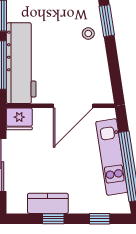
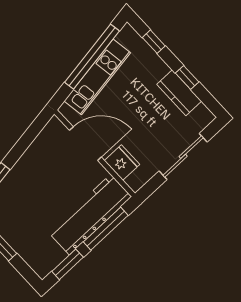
stool: (88, 34) -> (19, 184), removed
fridge: (19, 119) -> (122, 163), moved

